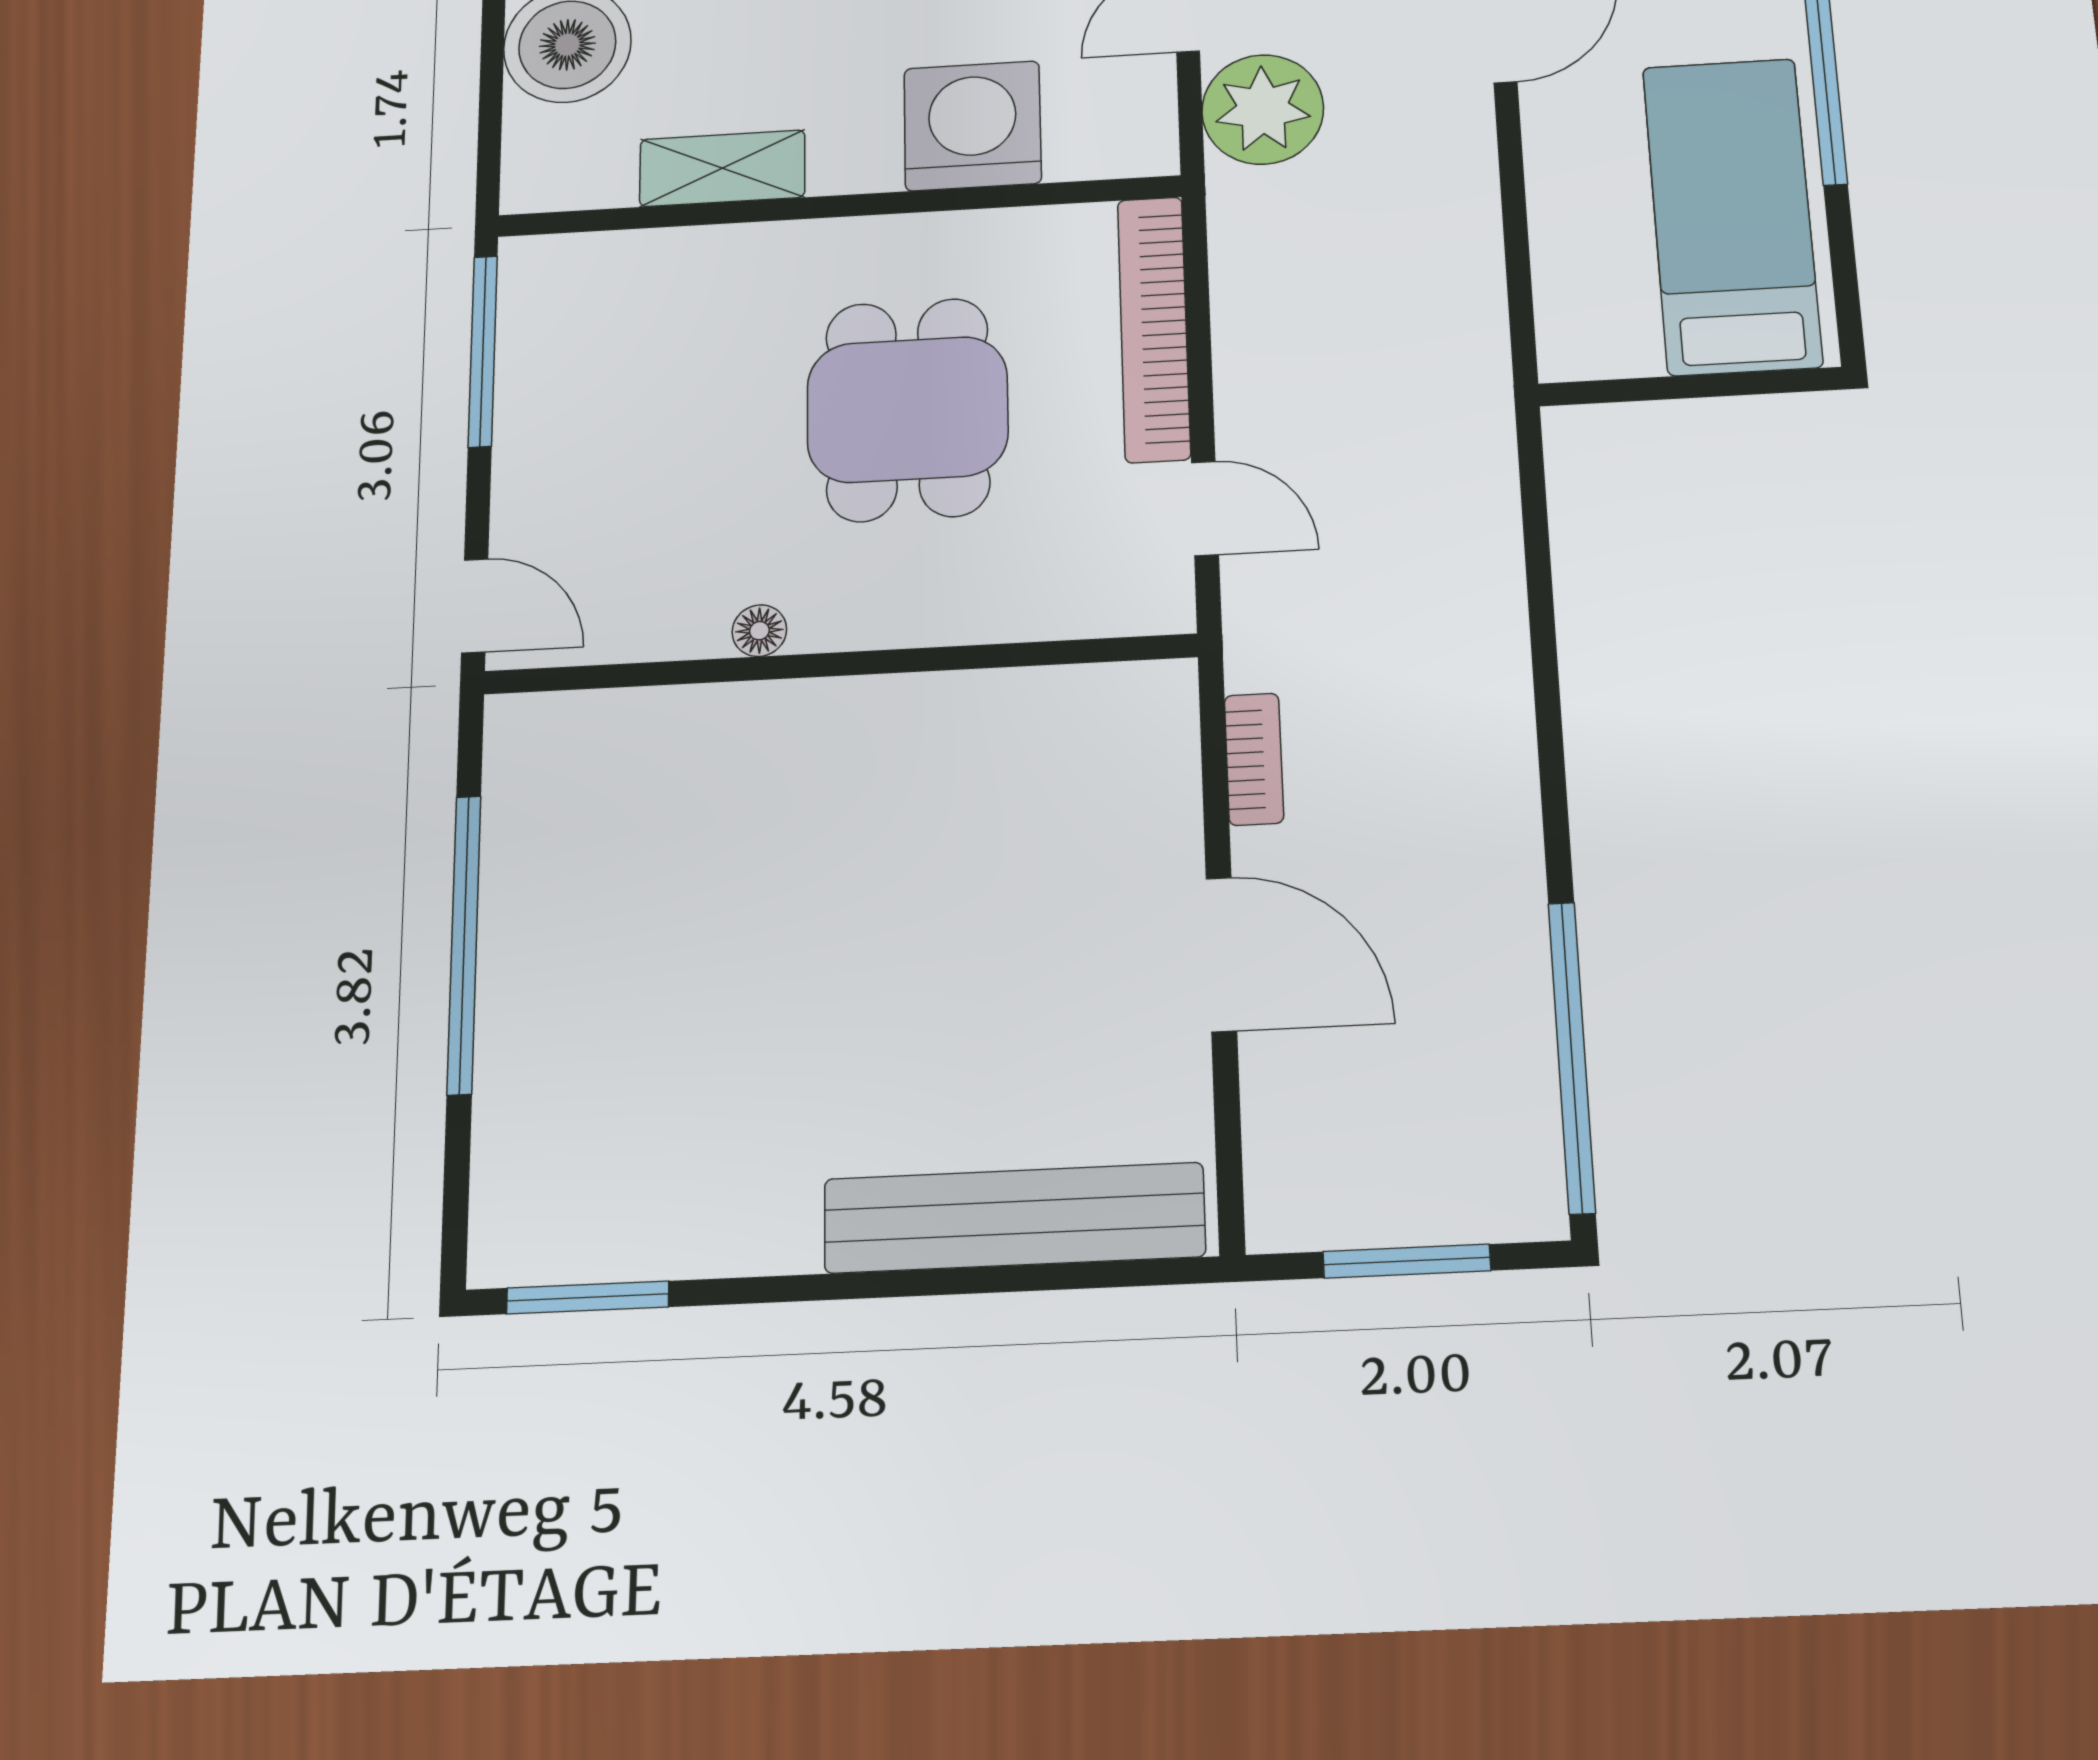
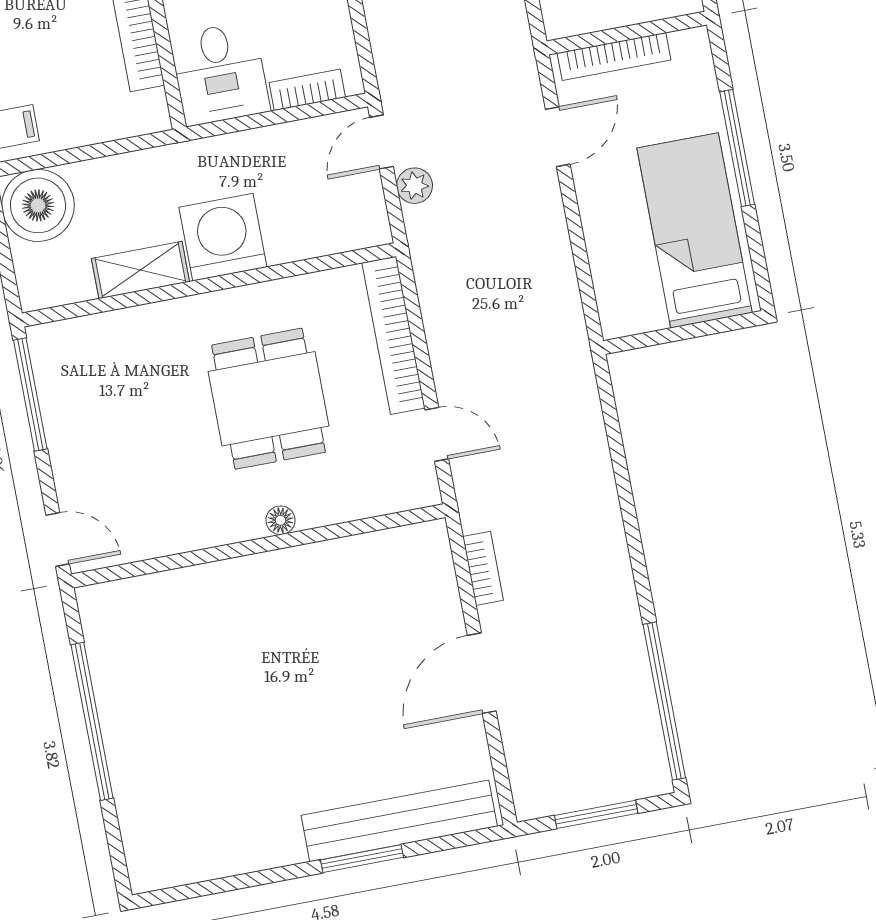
plant: (1263, 109) -> (415, 186), width x0.53, depth x0.53
washing machine: (972, 126) -> (223, 237), moved
floor lamp: (759, 631) -> (281, 520), moved
door: (1221, 954) -> (482, 673), swing flipped
window: (588, 1297) -> (362, 859), moved

